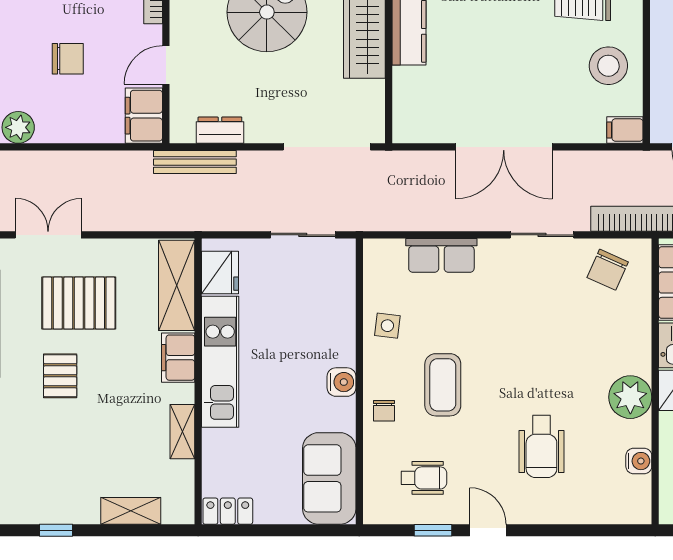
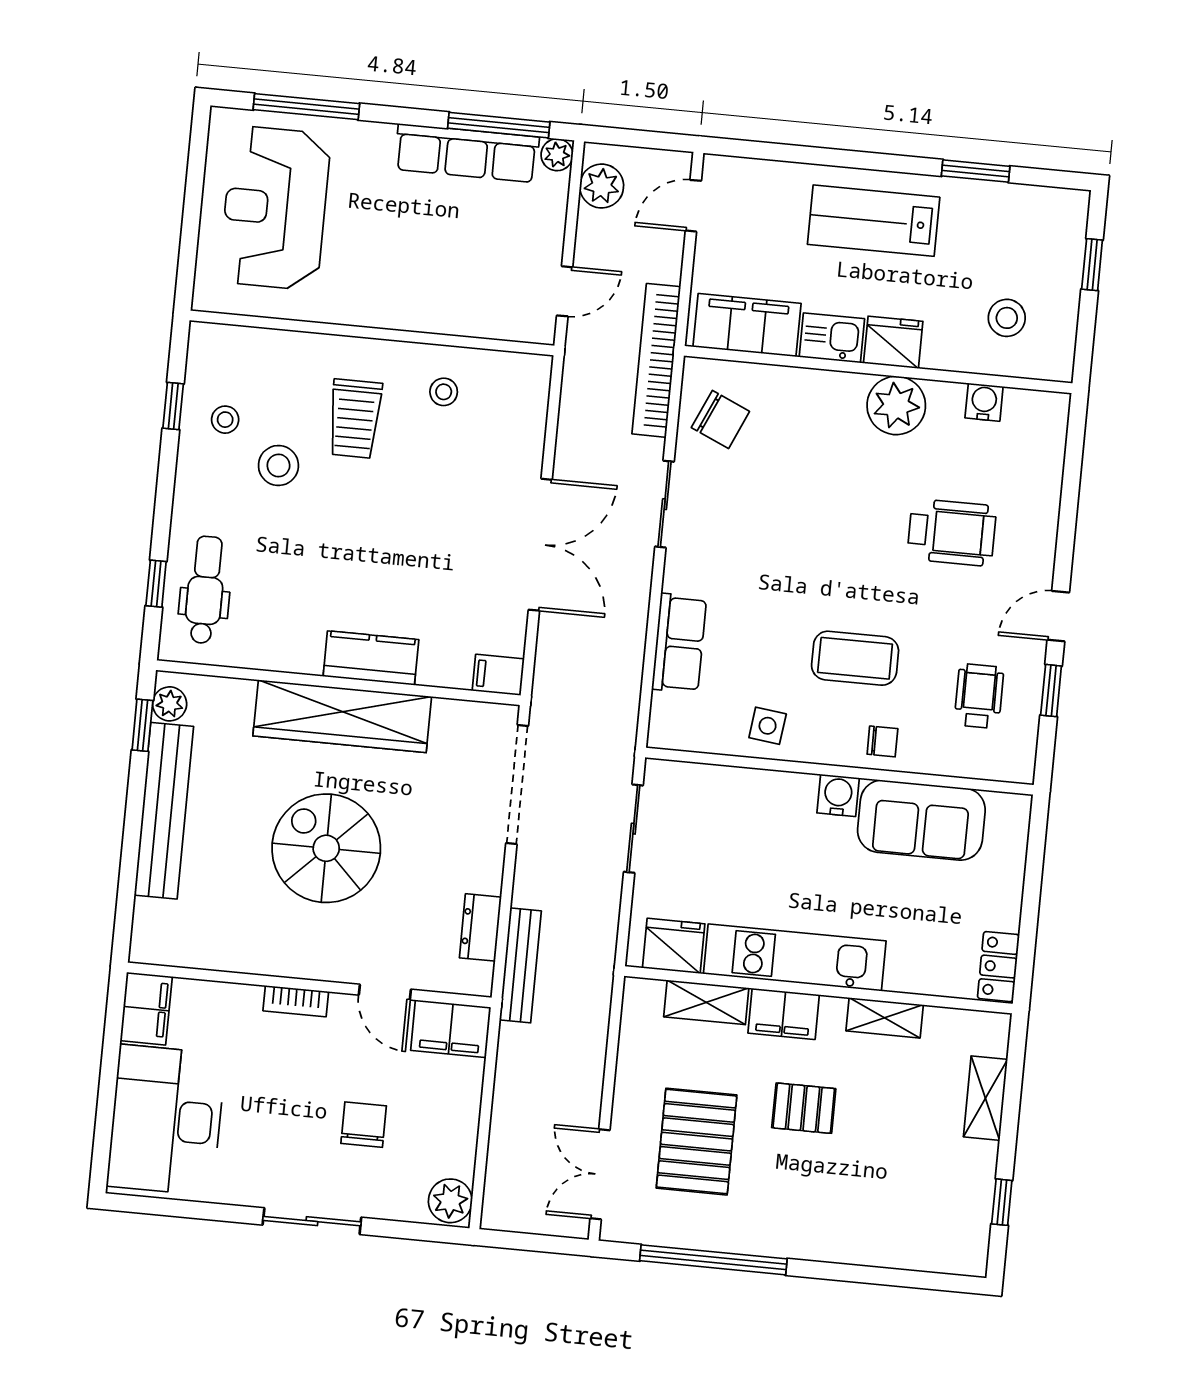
stool: (608, 66) -> (444, 392), width x0.53, depth x0.53
filing cabinet: (625, 130) -> (498, 675), moved, turned 90
shelving: (177, 285) -> (706, 1002), width x0.67, depth x0.75
pallet: (60, 376) -> (804, 1108), moved
sofa: (329, 478) -> (921, 820), moved

